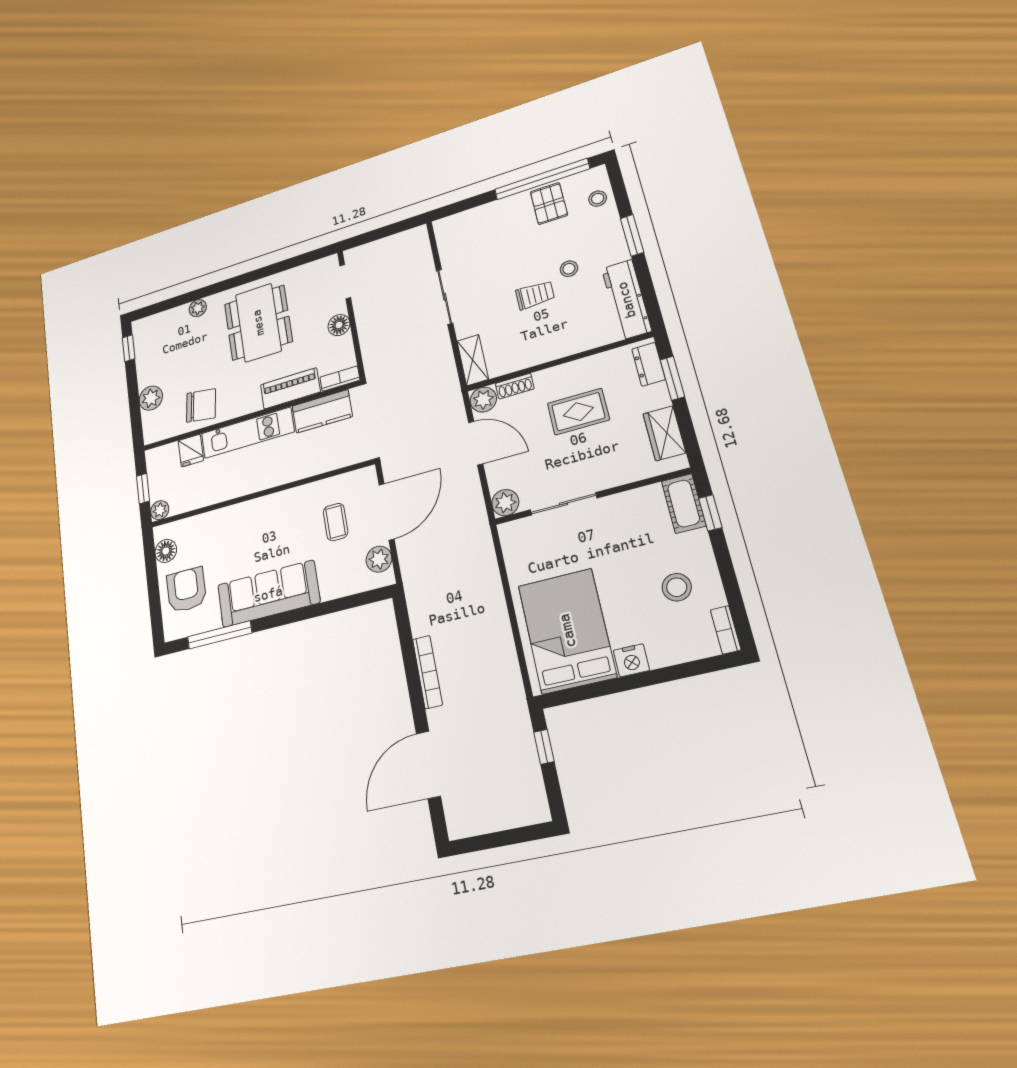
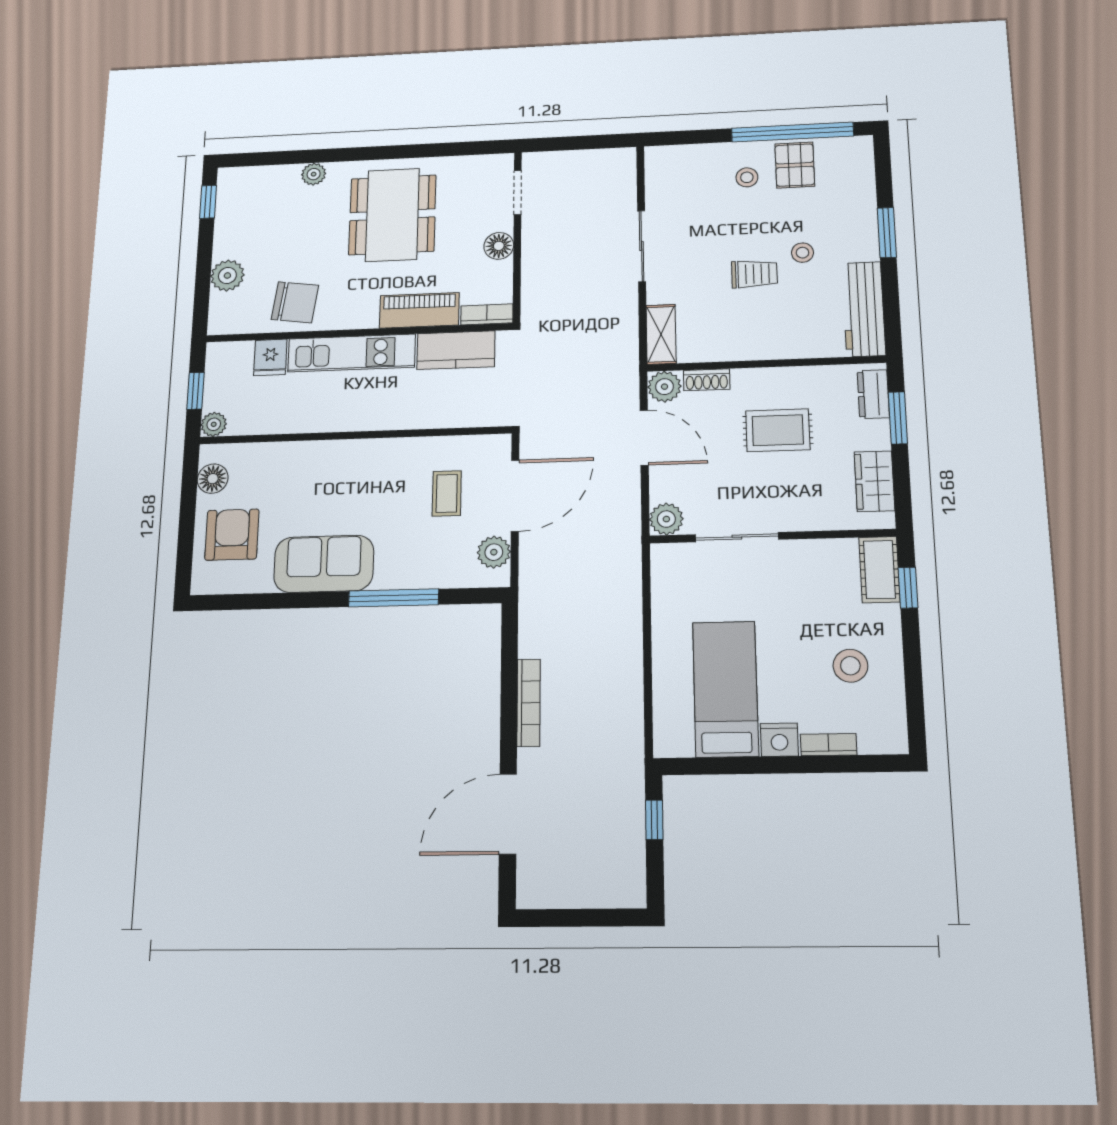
stool: (598, 199) -> (747, 177), moved
sofa: (268, 594) -> (324, 564), width x0.73
bookcase: (726, 630) -> (829, 745), moved, turned 90
bed: (567, 631) -> (725, 689), width x0.67
window: (220, 635) -> (394, 598), moved

